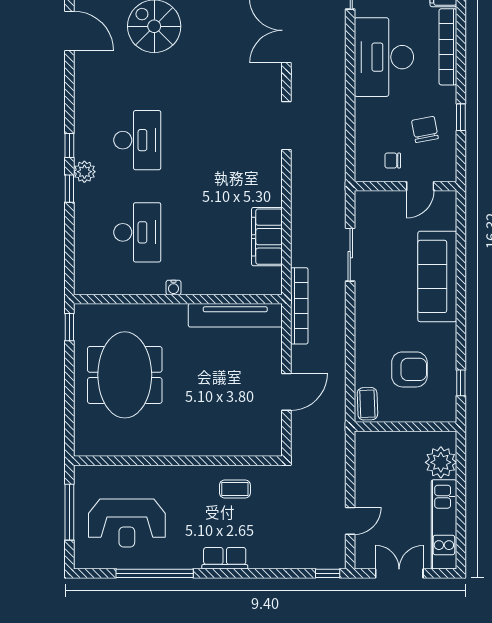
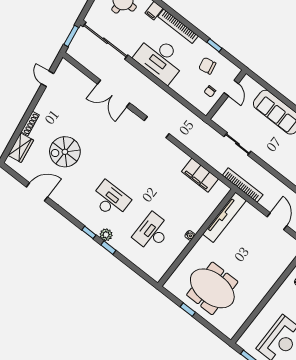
desk: (137, 232) -> (152, 232), turned -90
window: (69, 327) -> (188, 310), moved

